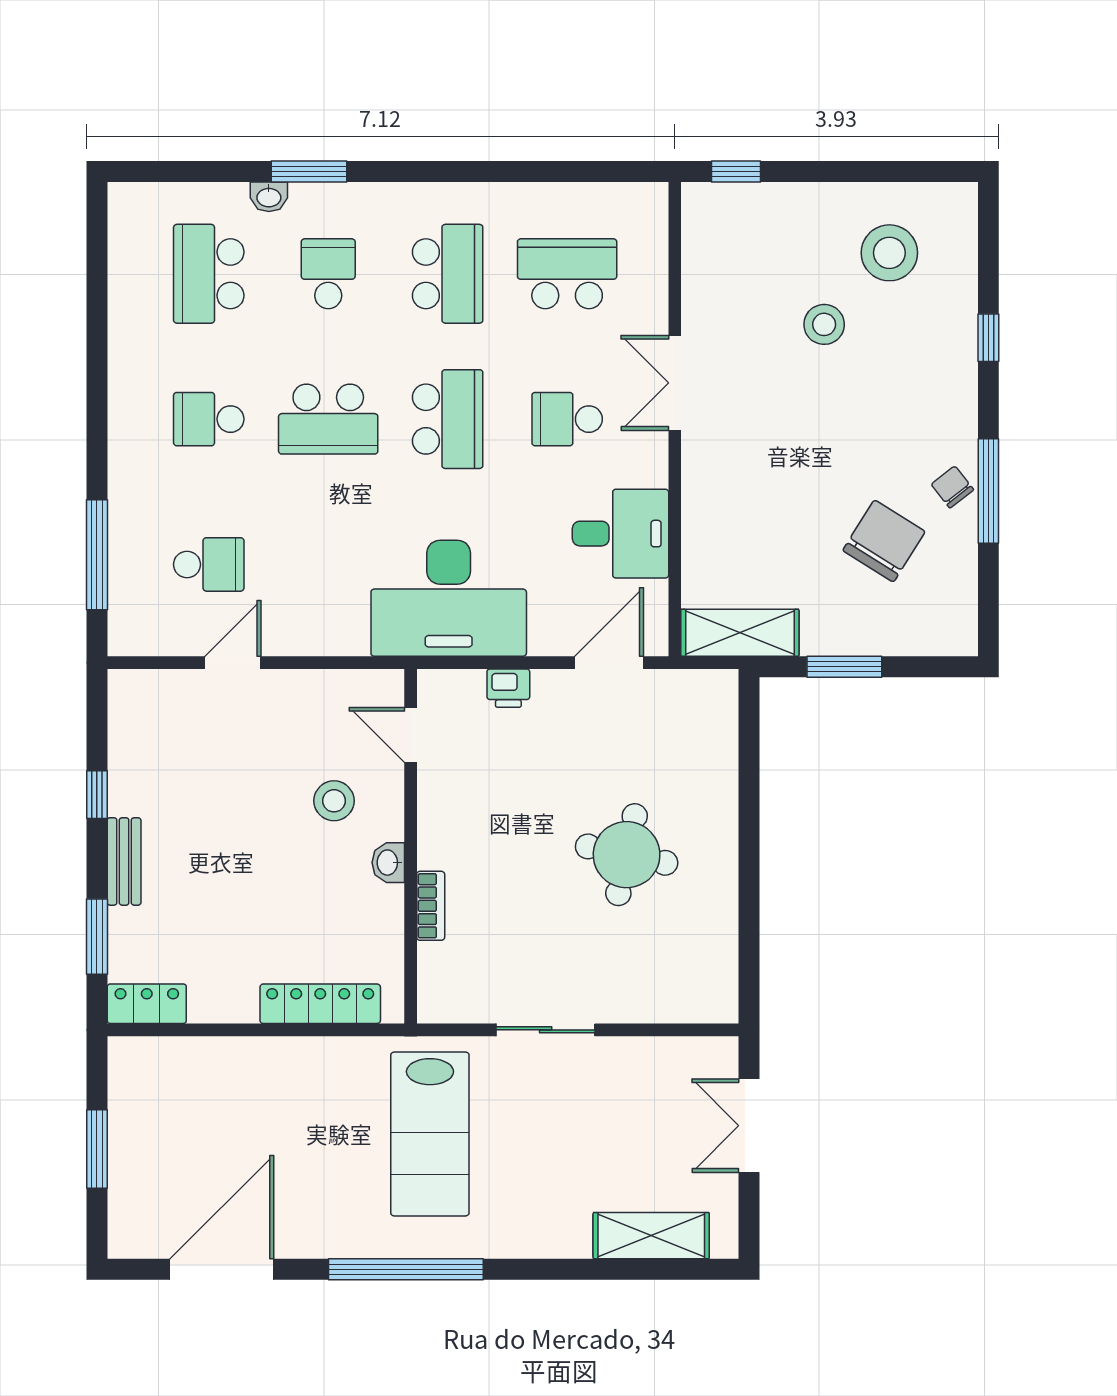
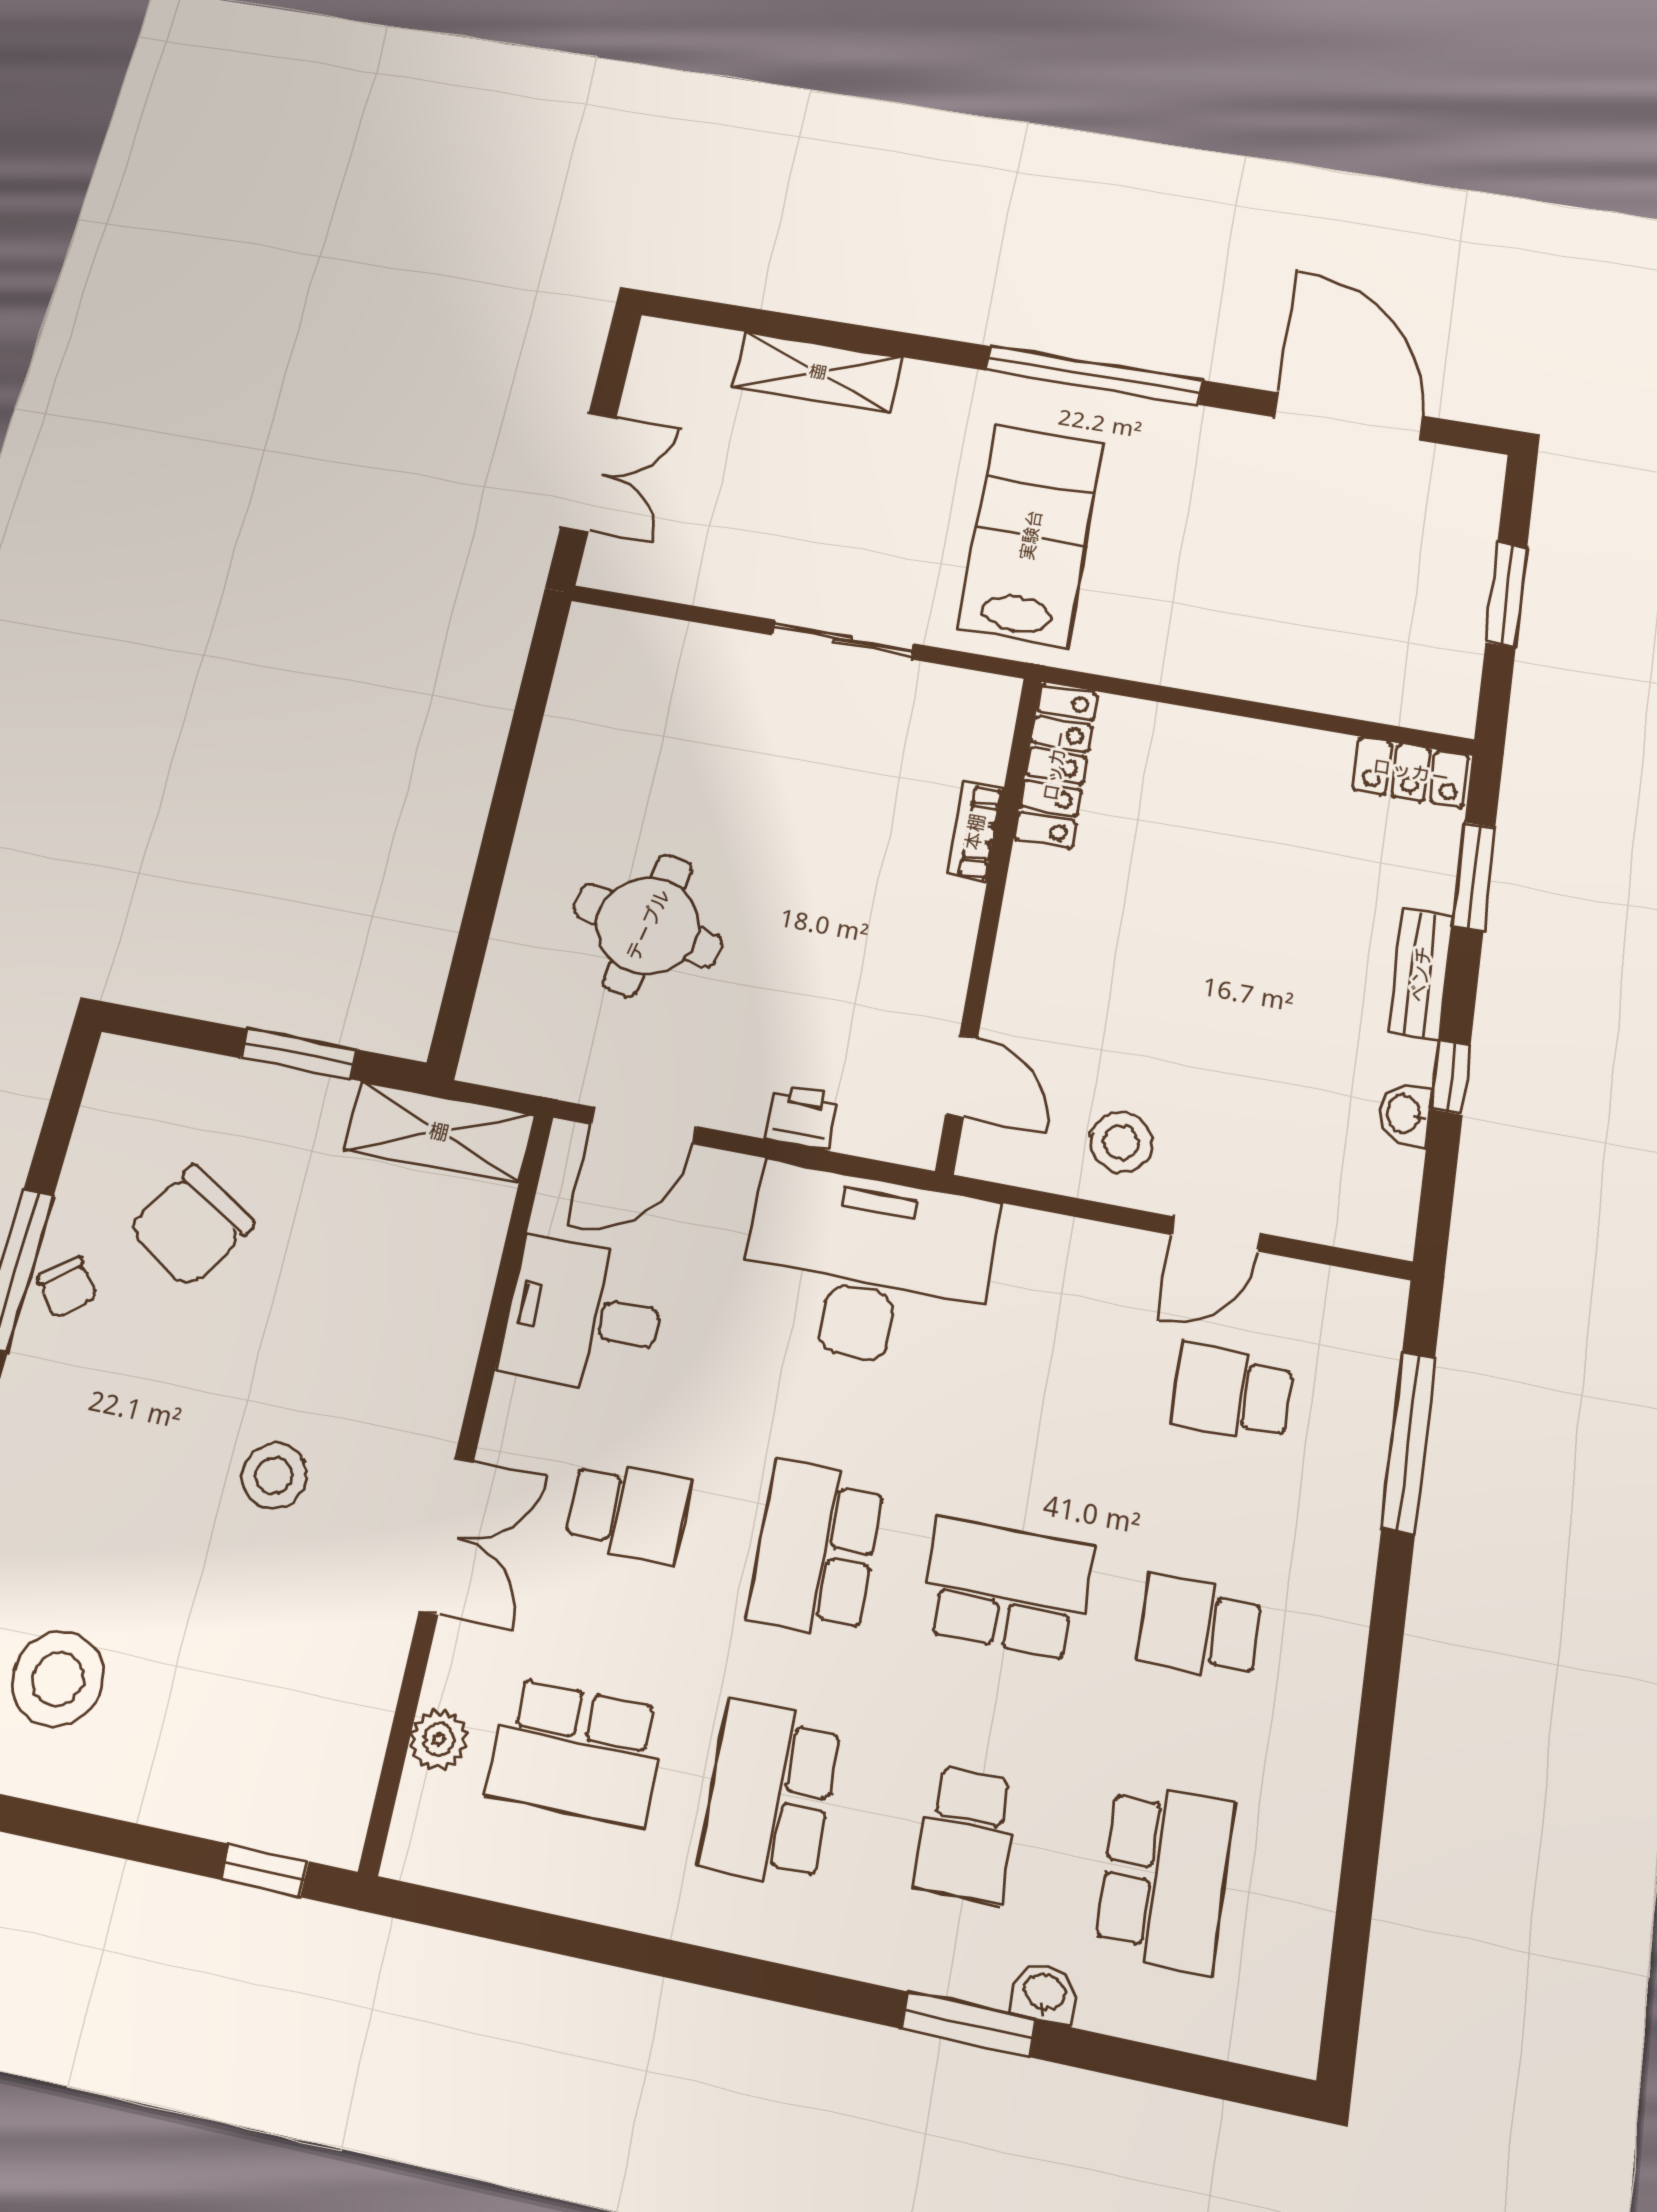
plant: (651, 264) -> (439, 1739), added
stool: (824, 324) -> (274, 1476), moved
school desk: (209, 419) -> (1200, 1628), turned 180
stool: (334, 801) -> (1121, 1142), moved
round table: (627, 855) -> (648, 925), moved
washbasin: (388, 863) -> (1405, 1114), moved, turned 180
locker: (320, 1004) -> (1056, 766), moved, turned -90
shelving: (651, 1236) -> (818, 372), moved
door: (222, 1269) -> (1349, 416), swing flipped

